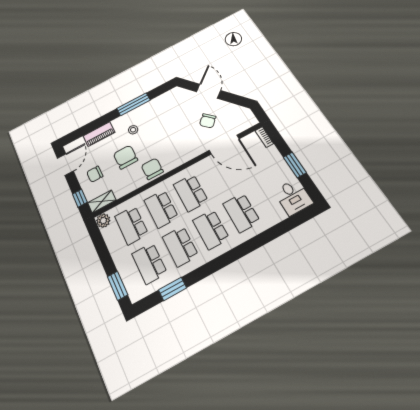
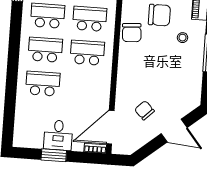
door: (224, 145) -> (110, 127), moved
chair: (152, 169) -> (132, 33), turned 86
desk: (293, 197) -> (58, 135), moved, turned -90

